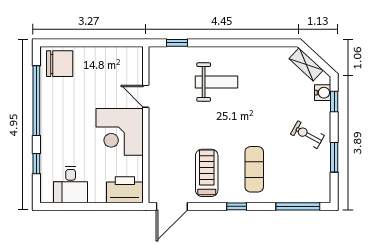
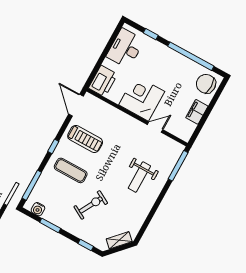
window: (177, 43) -> (178, 166), width x2.17
filing cabinet: (99, 56) -> (197, 112), added
chair: (60, 64) -> (206, 84), turned 90
water cooler: (323, 93) -> (38, 209), moved
exercise bike: (307, 135) -> (91, 205), moved, width x1.38, depth x1.39
desk: (71, 185) -> (125, 48), width x1.37

